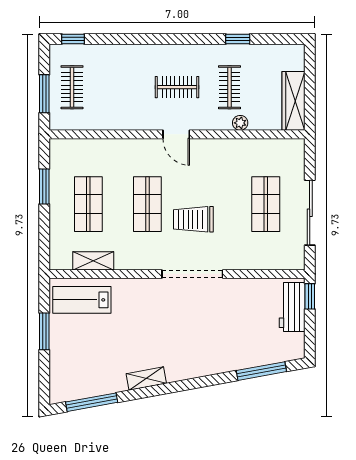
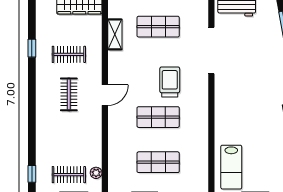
plant: (240, 123) -> (96, 173), moved
trolley: (193, 219) -> (170, 82), turned 180
shelving: (93, 261) -> (115, 34), moved
doorway: (192, 274) -> (211, 51), moved

